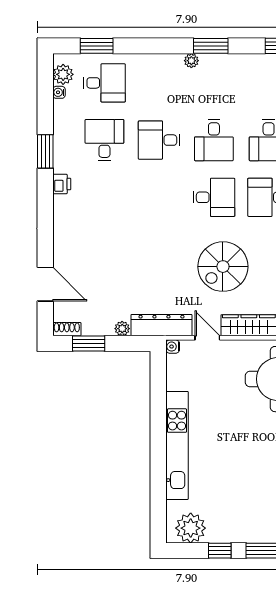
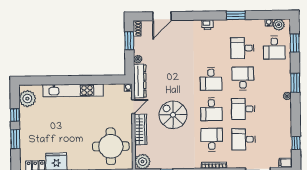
window: (211, 46) -> (295, 83), moved
desk: (104, 140) -> (242, 48), turned 180
printer: (62, 184) -> (207, 25), moved
desk: (159, 197) -> (211, 79), added

